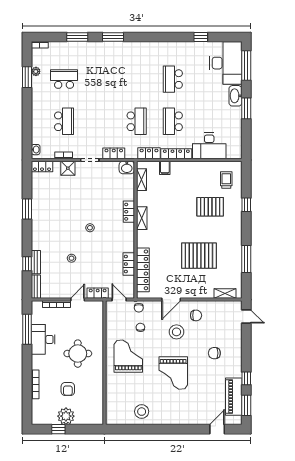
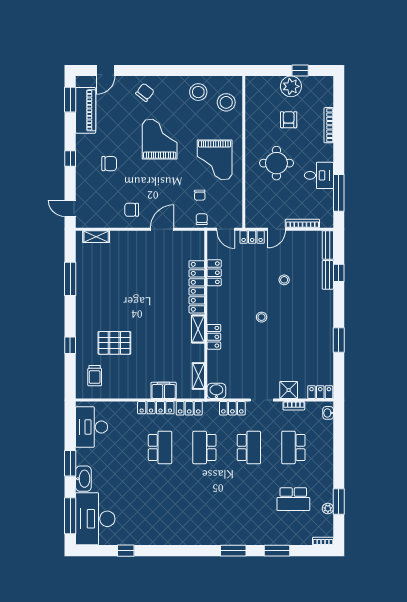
school desk: (173, 79) -> (249, 447), moved
desk: (209, 146) -> (92, 427), moved, turned -90
filing cabinet: (165, 168) -> (164, 390), width x2.00
pallet: (199, 256) -> (128, 283), removed
locker: (143, 270) -> (197, 287), moved
stool: (176, 332) -> (226, 102), moved
desk: (43, 339) -> (319, 175), width x0.73
window: (246, 378) -> (70, 159), moved
chair: (185, 411) -> (145, 92), added

